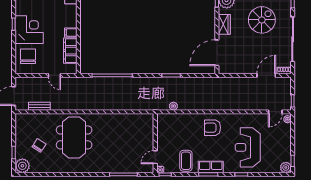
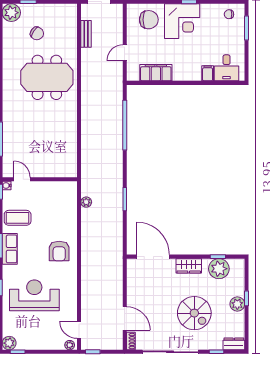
filing cabinet: (71, 32) -> (208, 73), moved
armchair: (212, 128) -> (59, 251), turned 180

